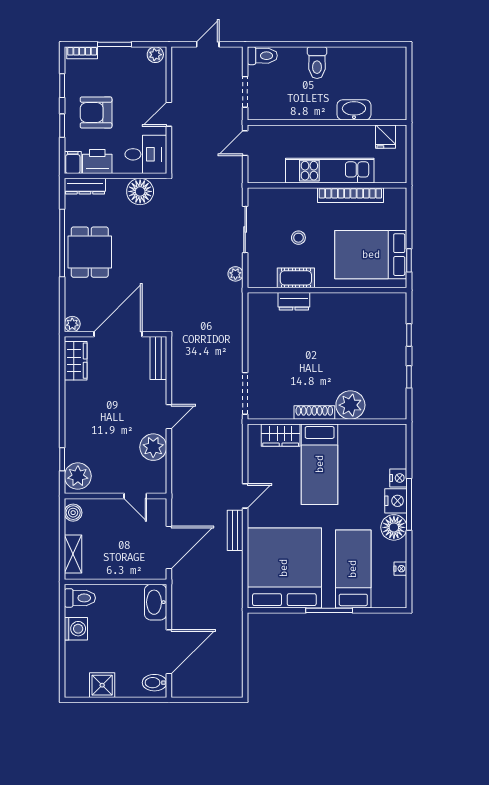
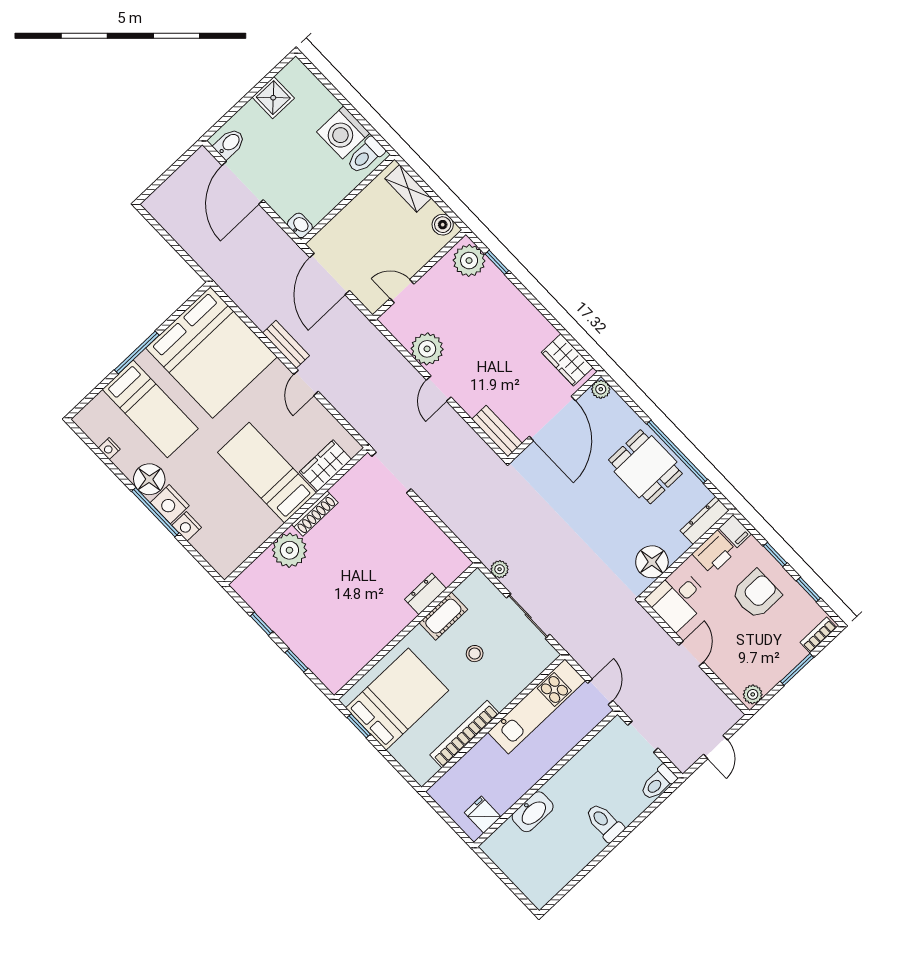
kitchen unit: (330, 171) -> (537, 706), moved
washbasin: (156, 602) -> (300, 225), width x0.52, depth x0.69
washing machine: (76, 629) -> (343, 132), width x1.37, depth x1.37

